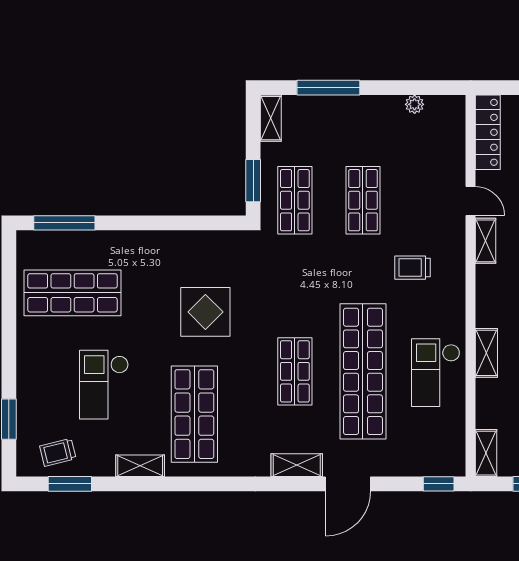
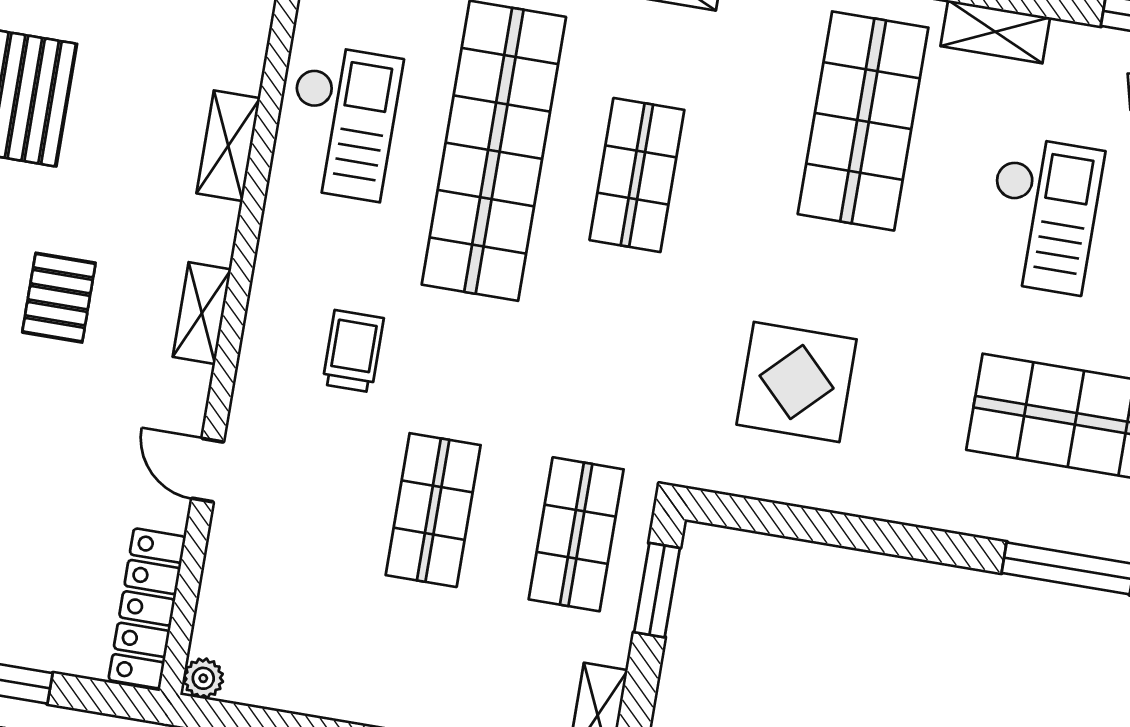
plant: (415, 104) -> (203, 678), moved
shelving: (486, 241) -> (202, 313), moved
trolley: (413, 268) -> (353, 351), turned -90
display table: (205, 312) -> (797, 382), moved

